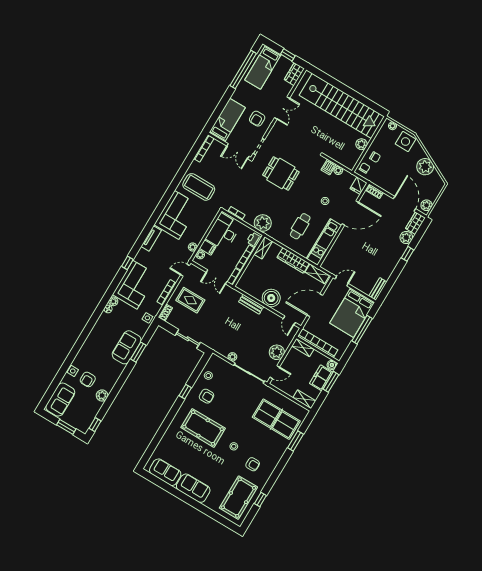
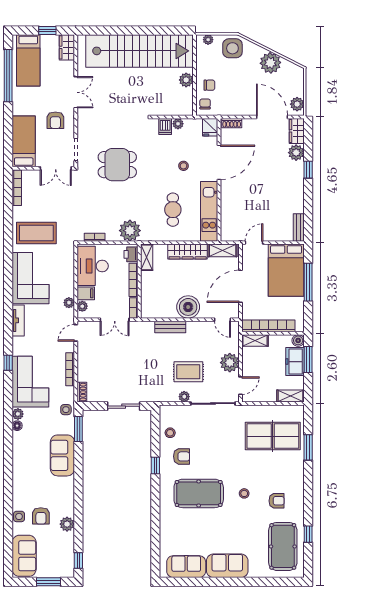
rug: (190, 300) -> (188, 372), moved
window: (138, 352) -> (78, 429), moved

